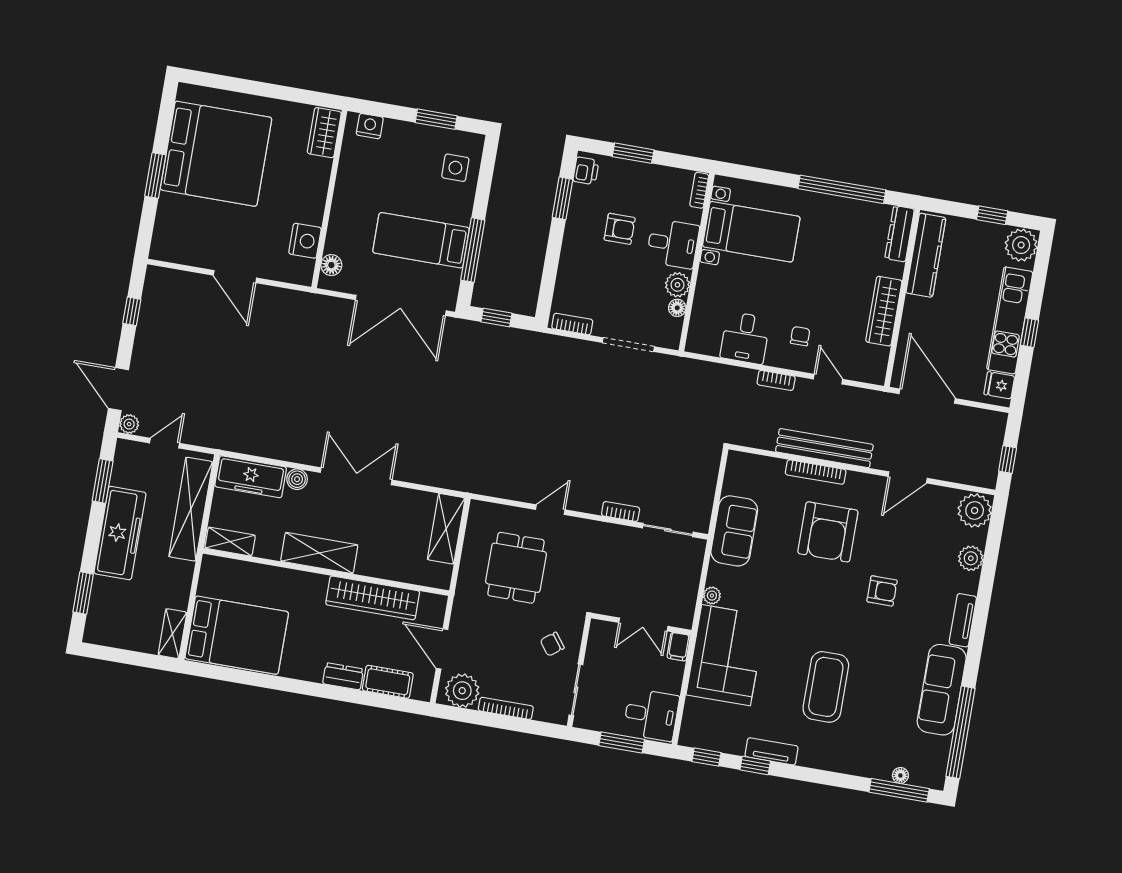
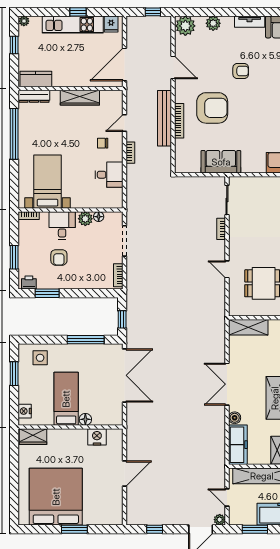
armchair: (620, 229) -> (59, 257), turned 180
bed: (421, 240) -> (66, 399), moved, turned 180
plant: (1021, 245) -> (24, 21), width x0.53, depth x0.53
kitchen counter: (926, 255) -> (36, 79), width x0.67
floor lamp: (331, 265) -> (85, 419), moved
armchair: (882, 591) -> (241, 71), turned 90
plant: (712, 596) -> (260, 168), removed

